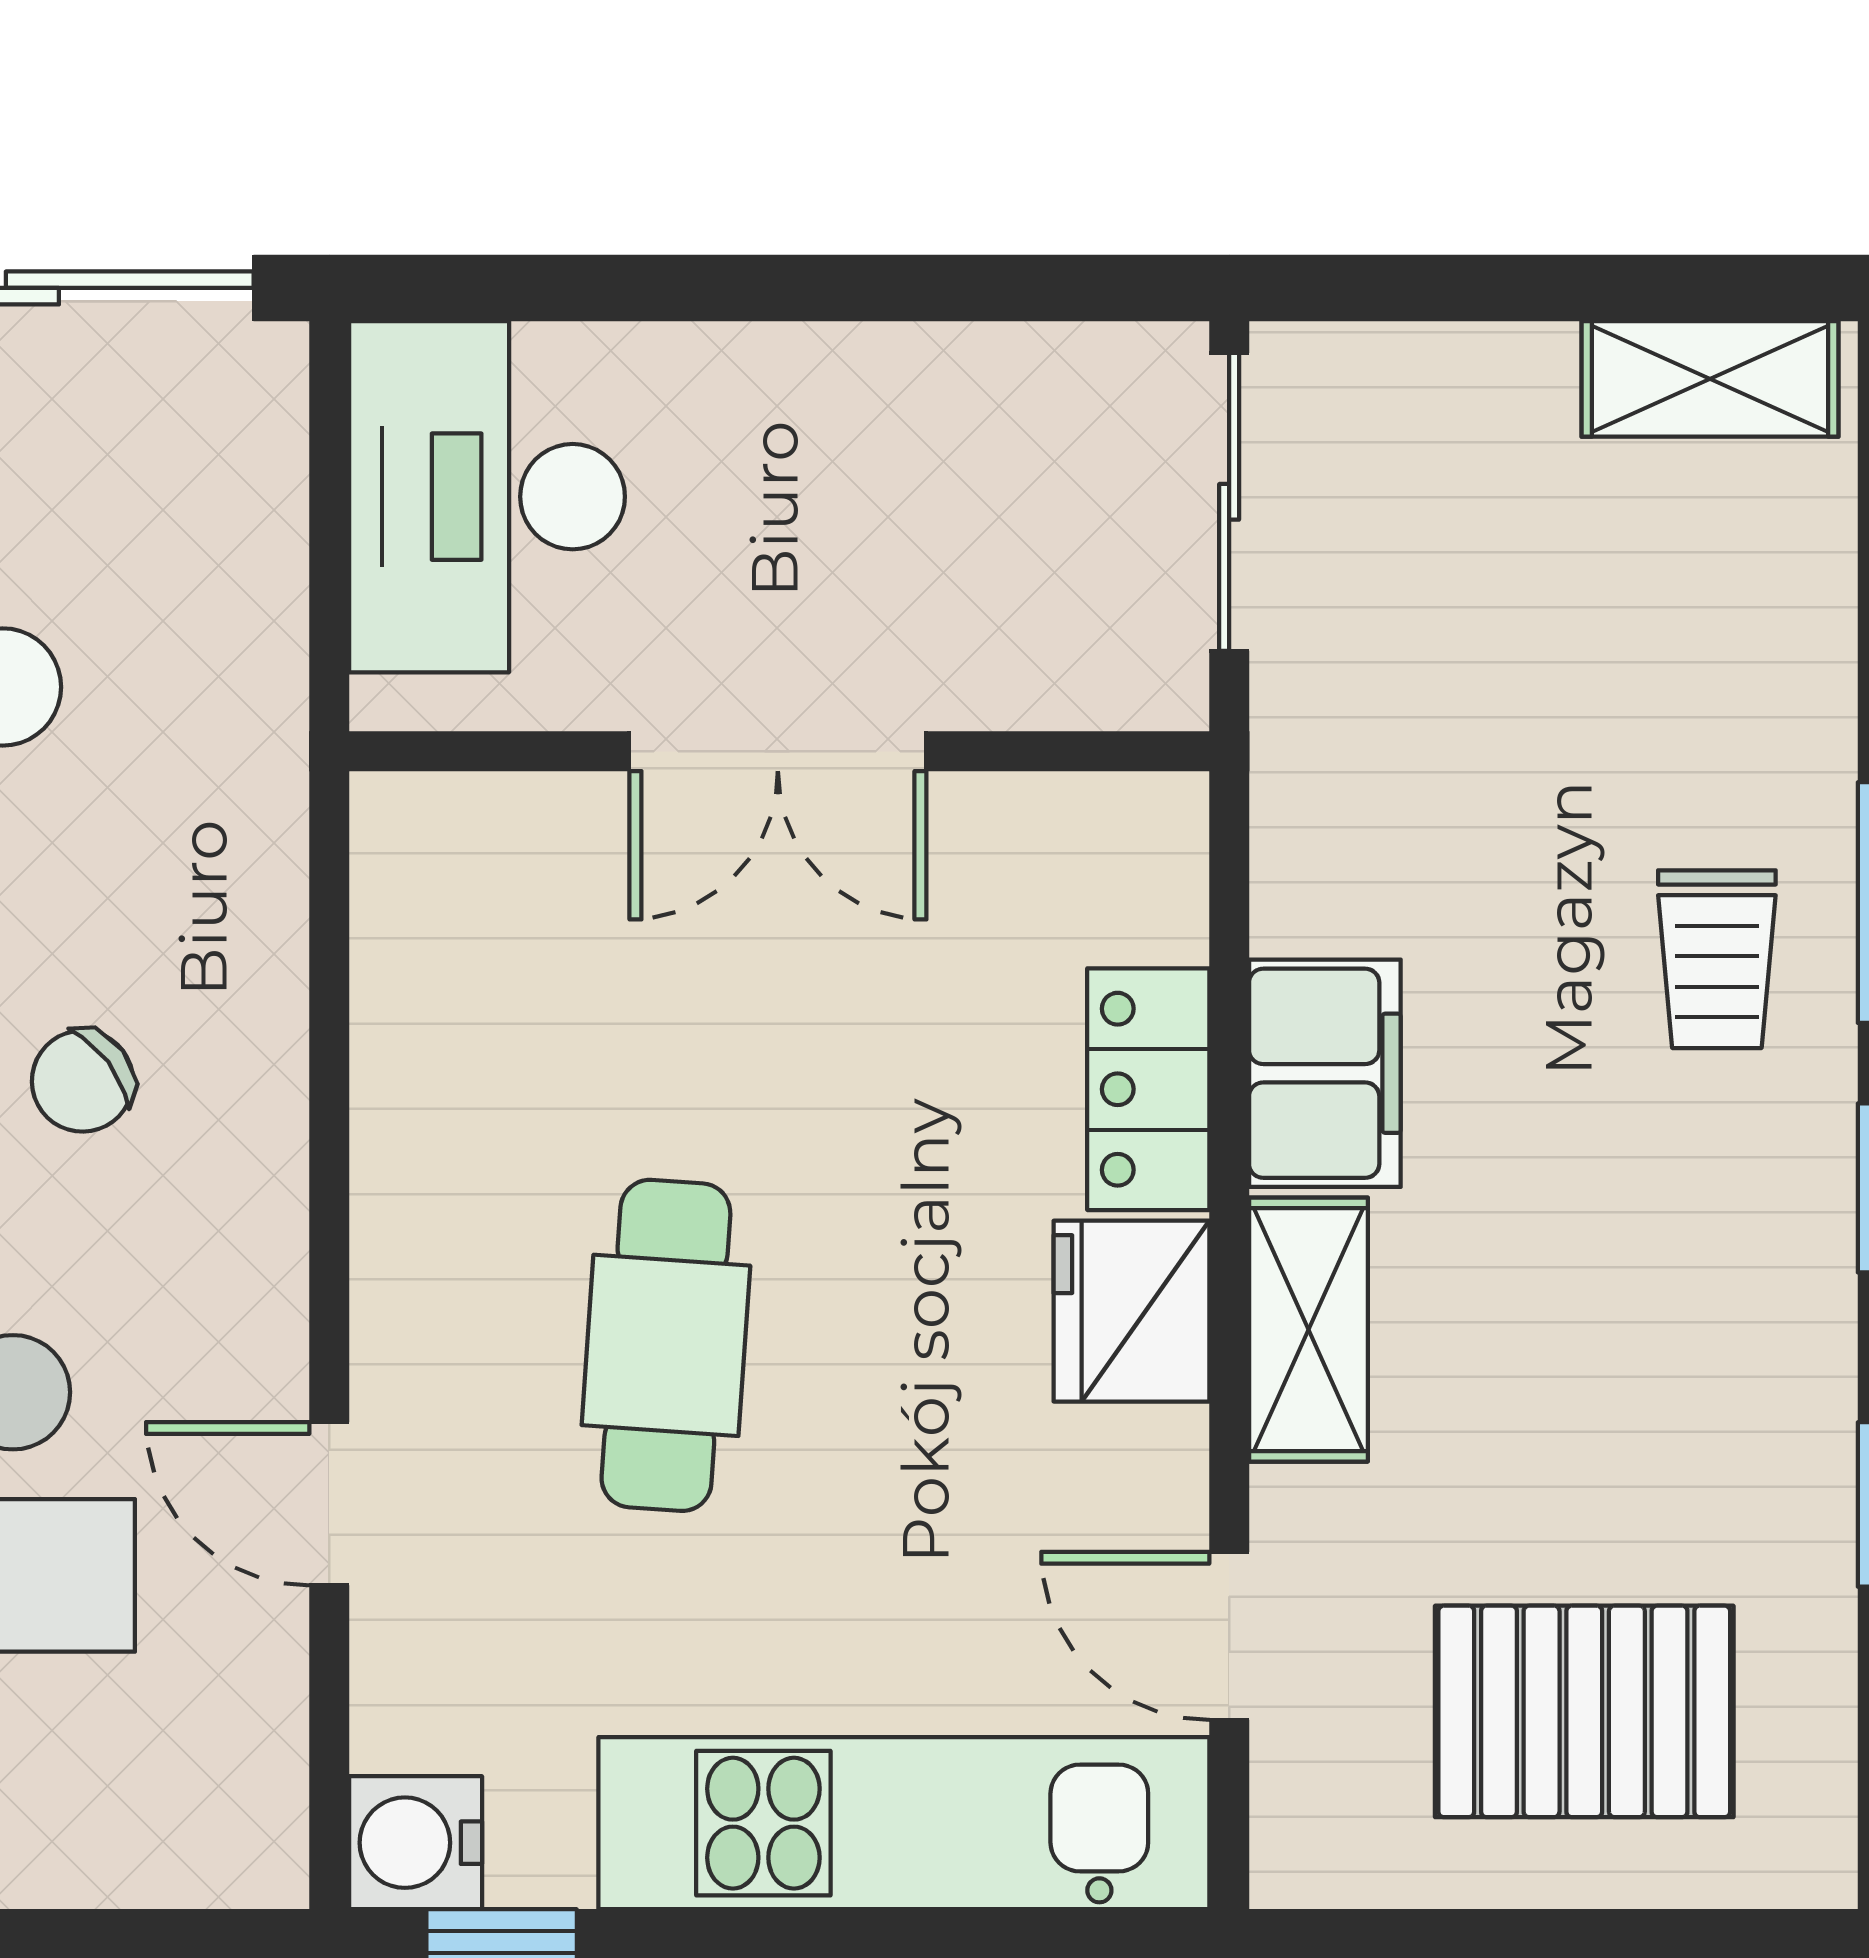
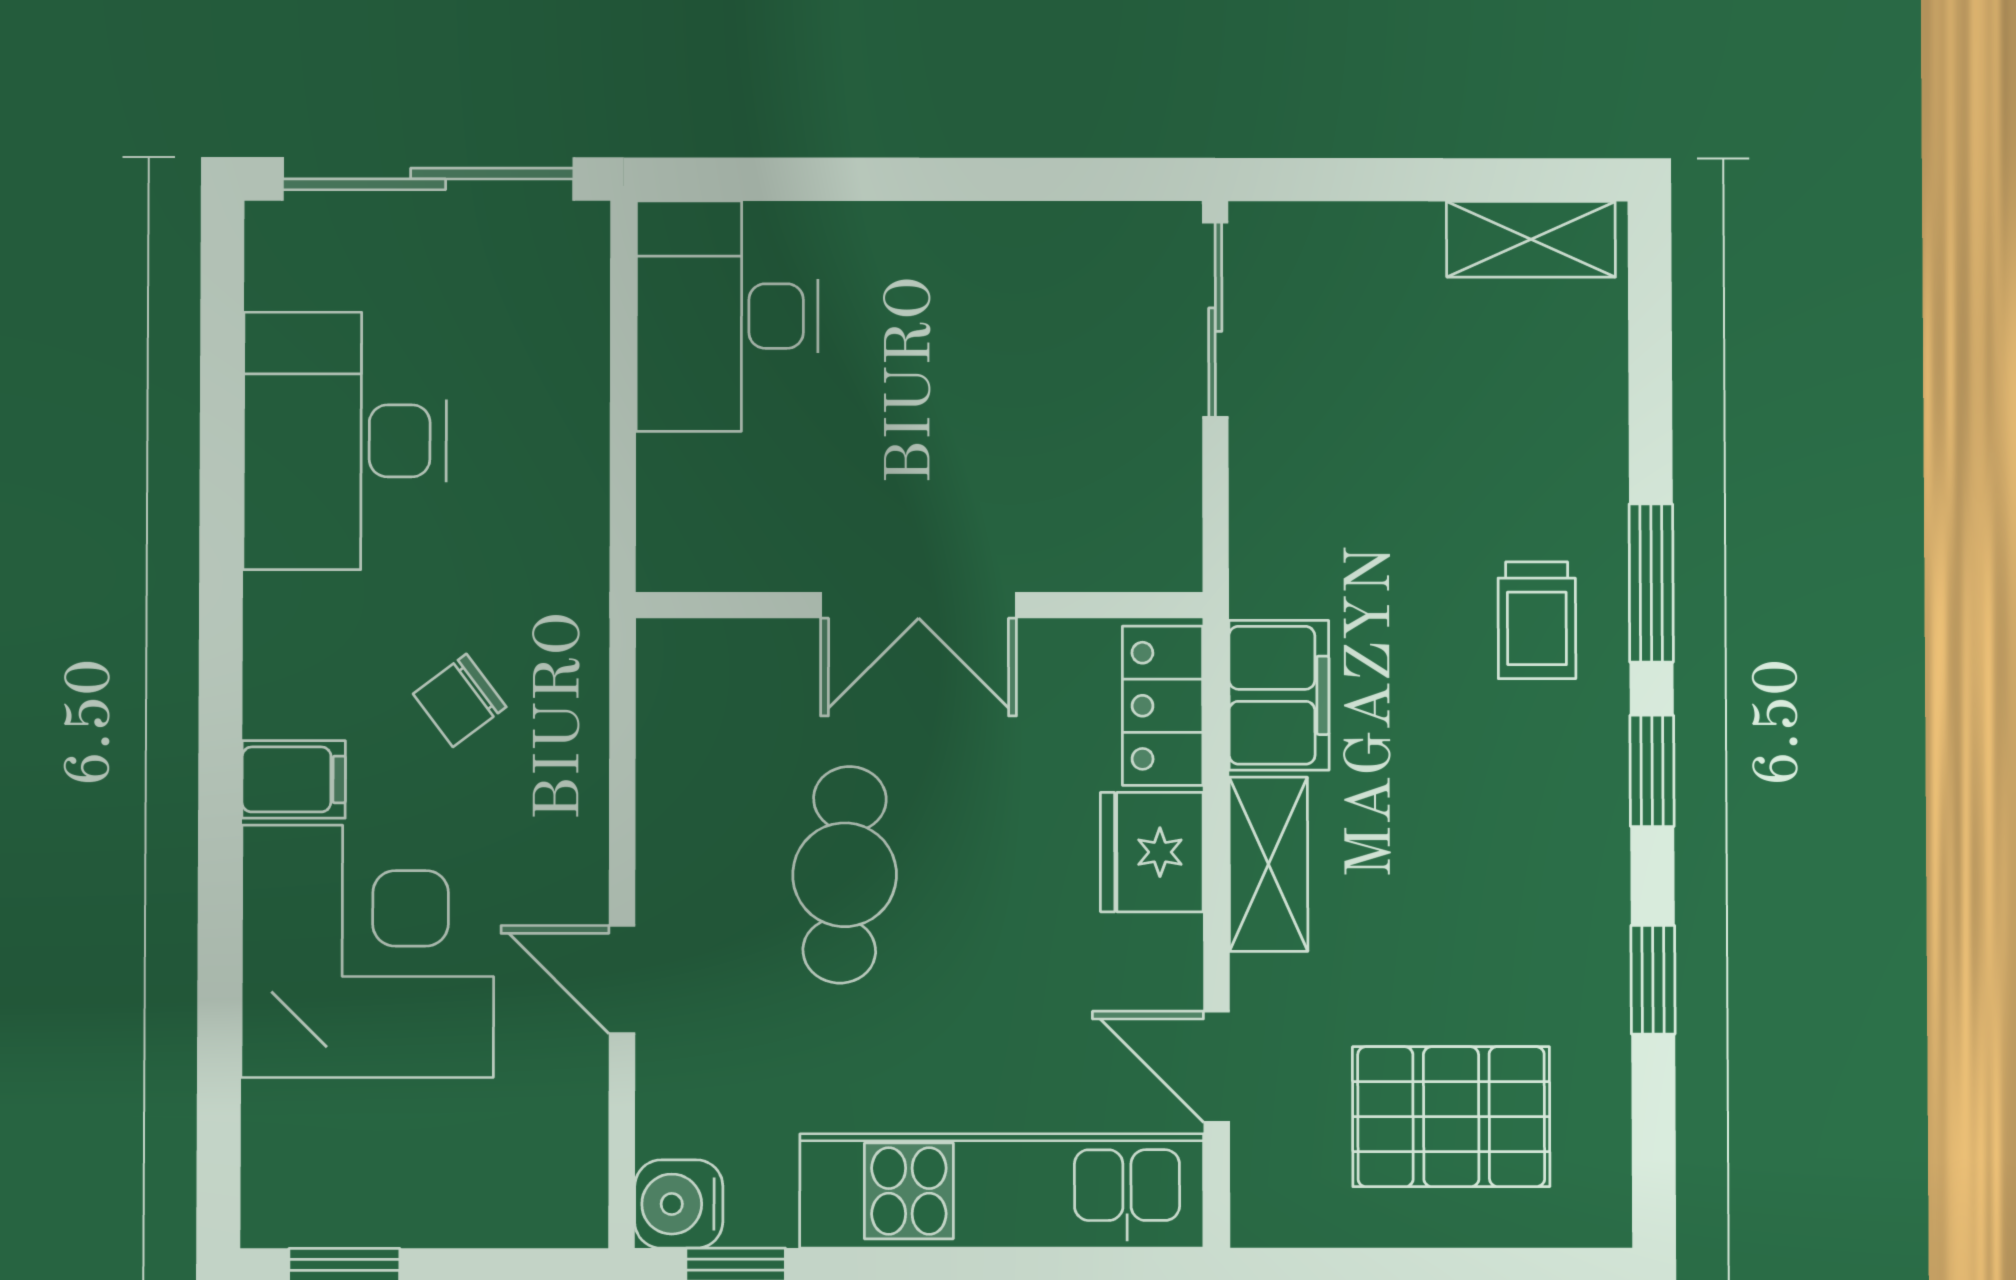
double door: (778, 751) -> (919, 605), moved
wall: (779, 751) -> (919, 605), moved

